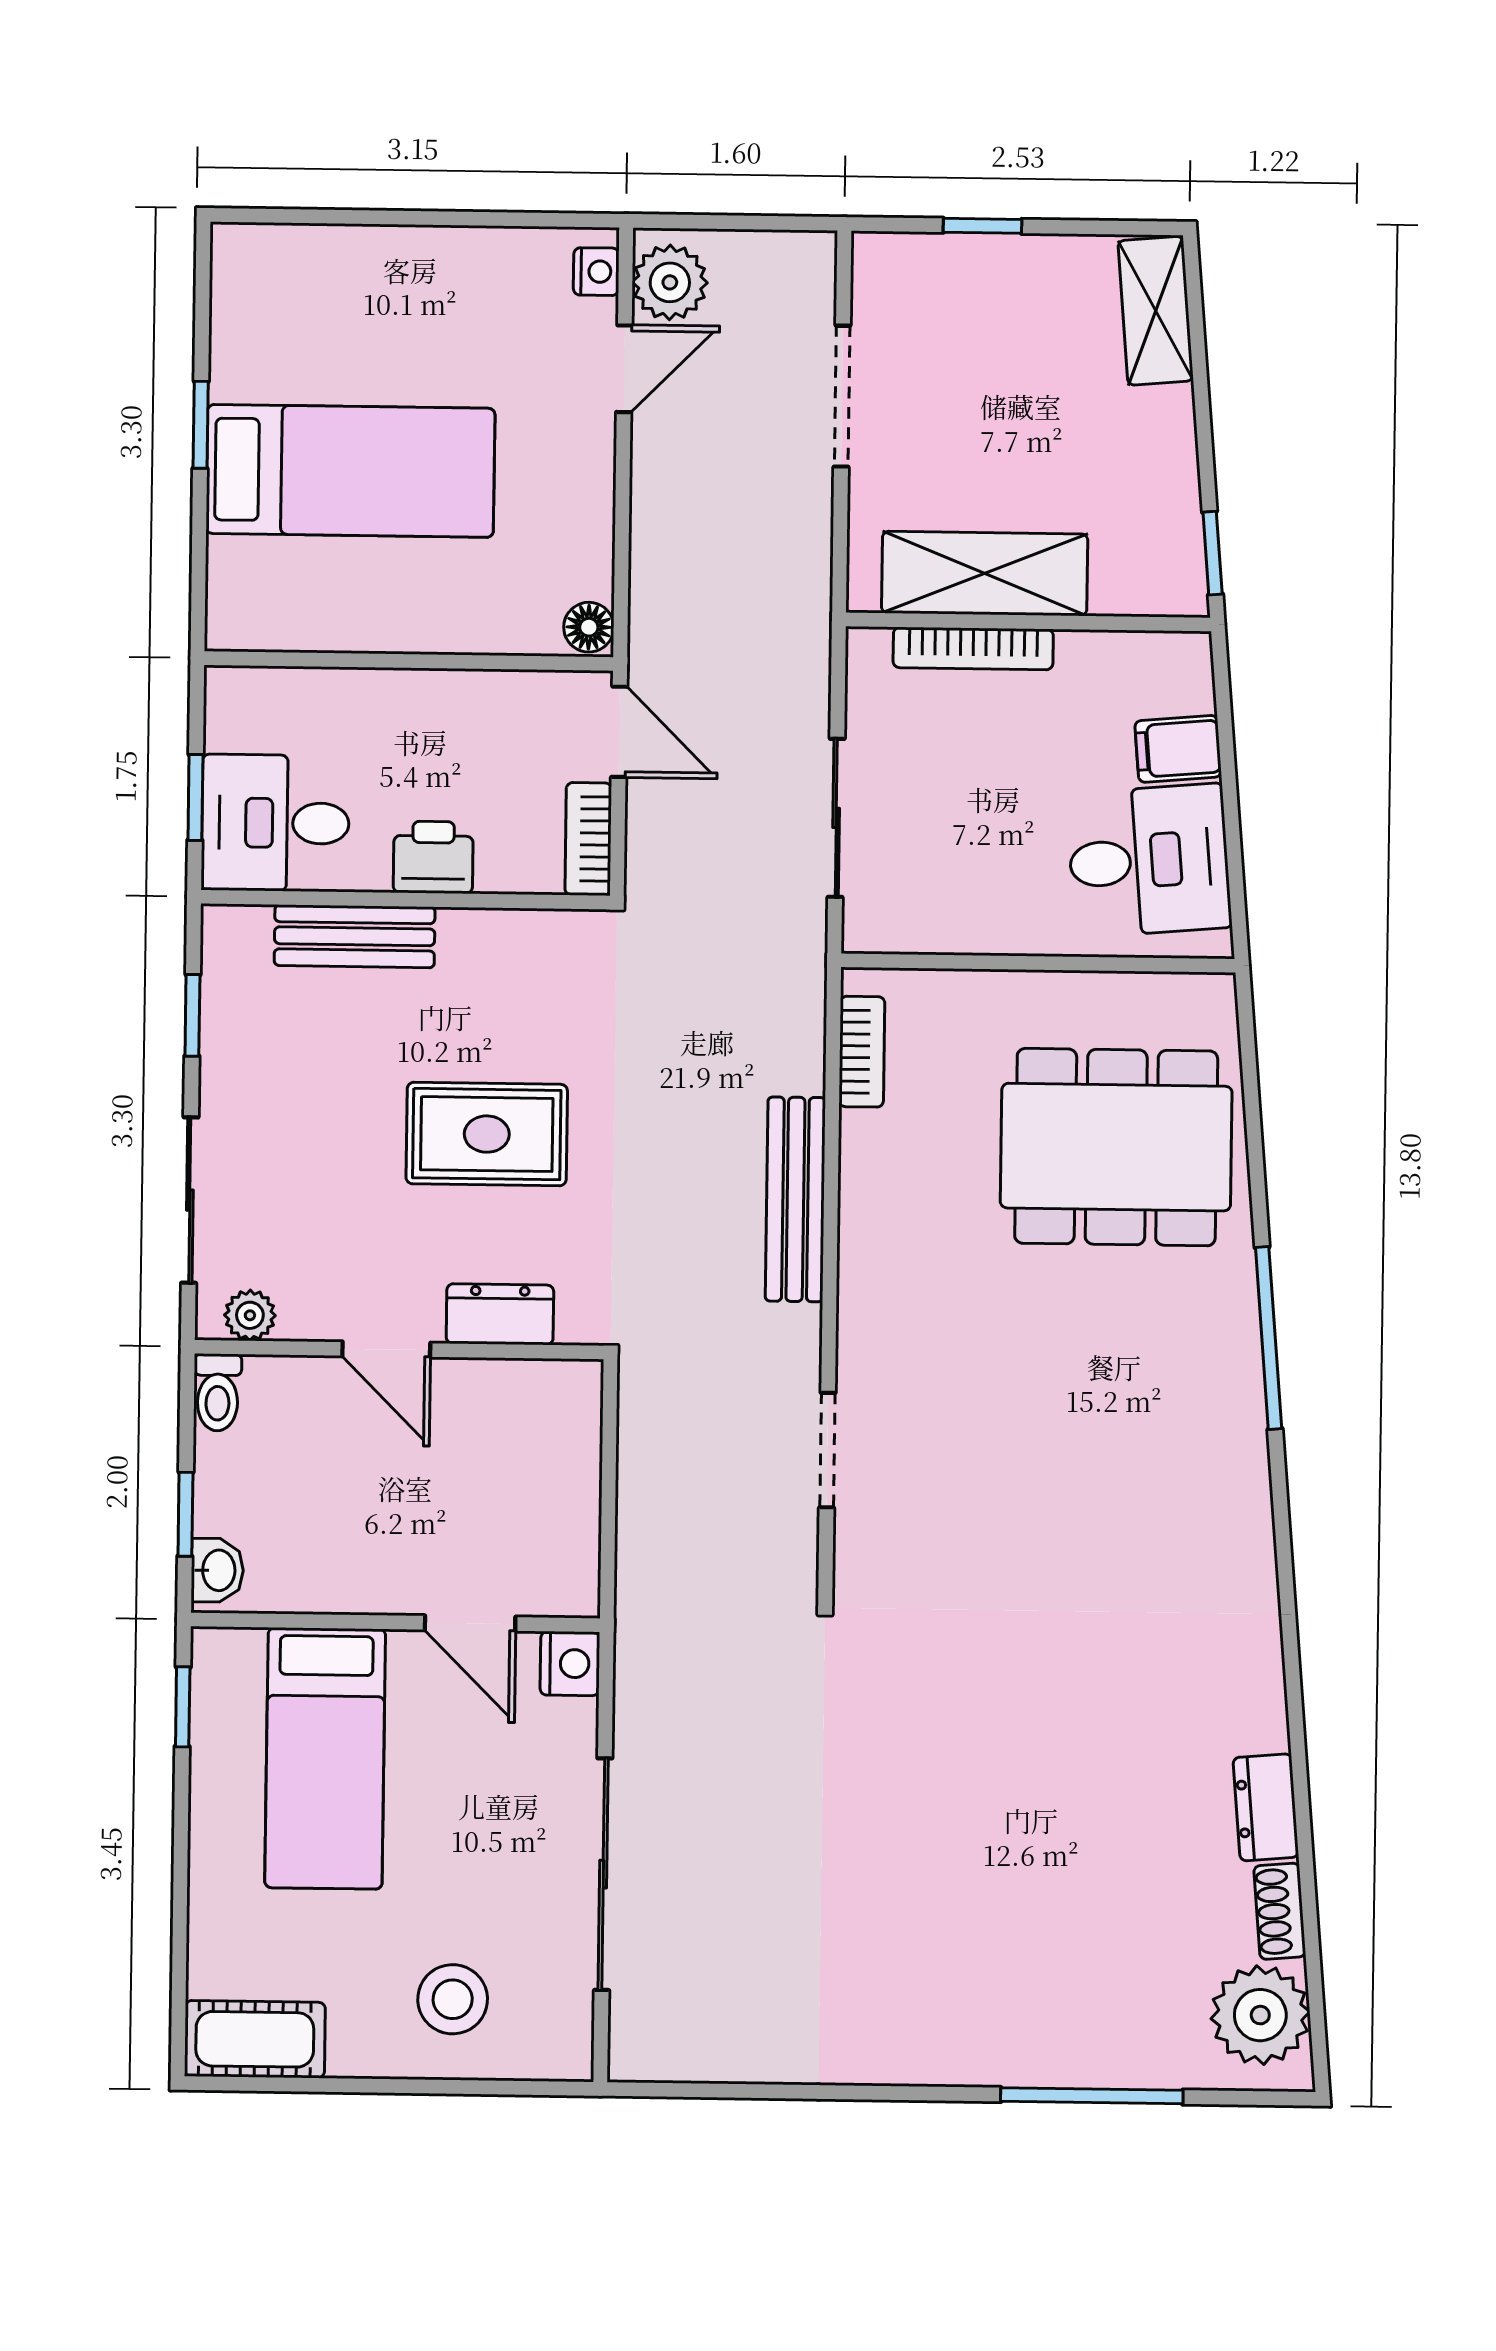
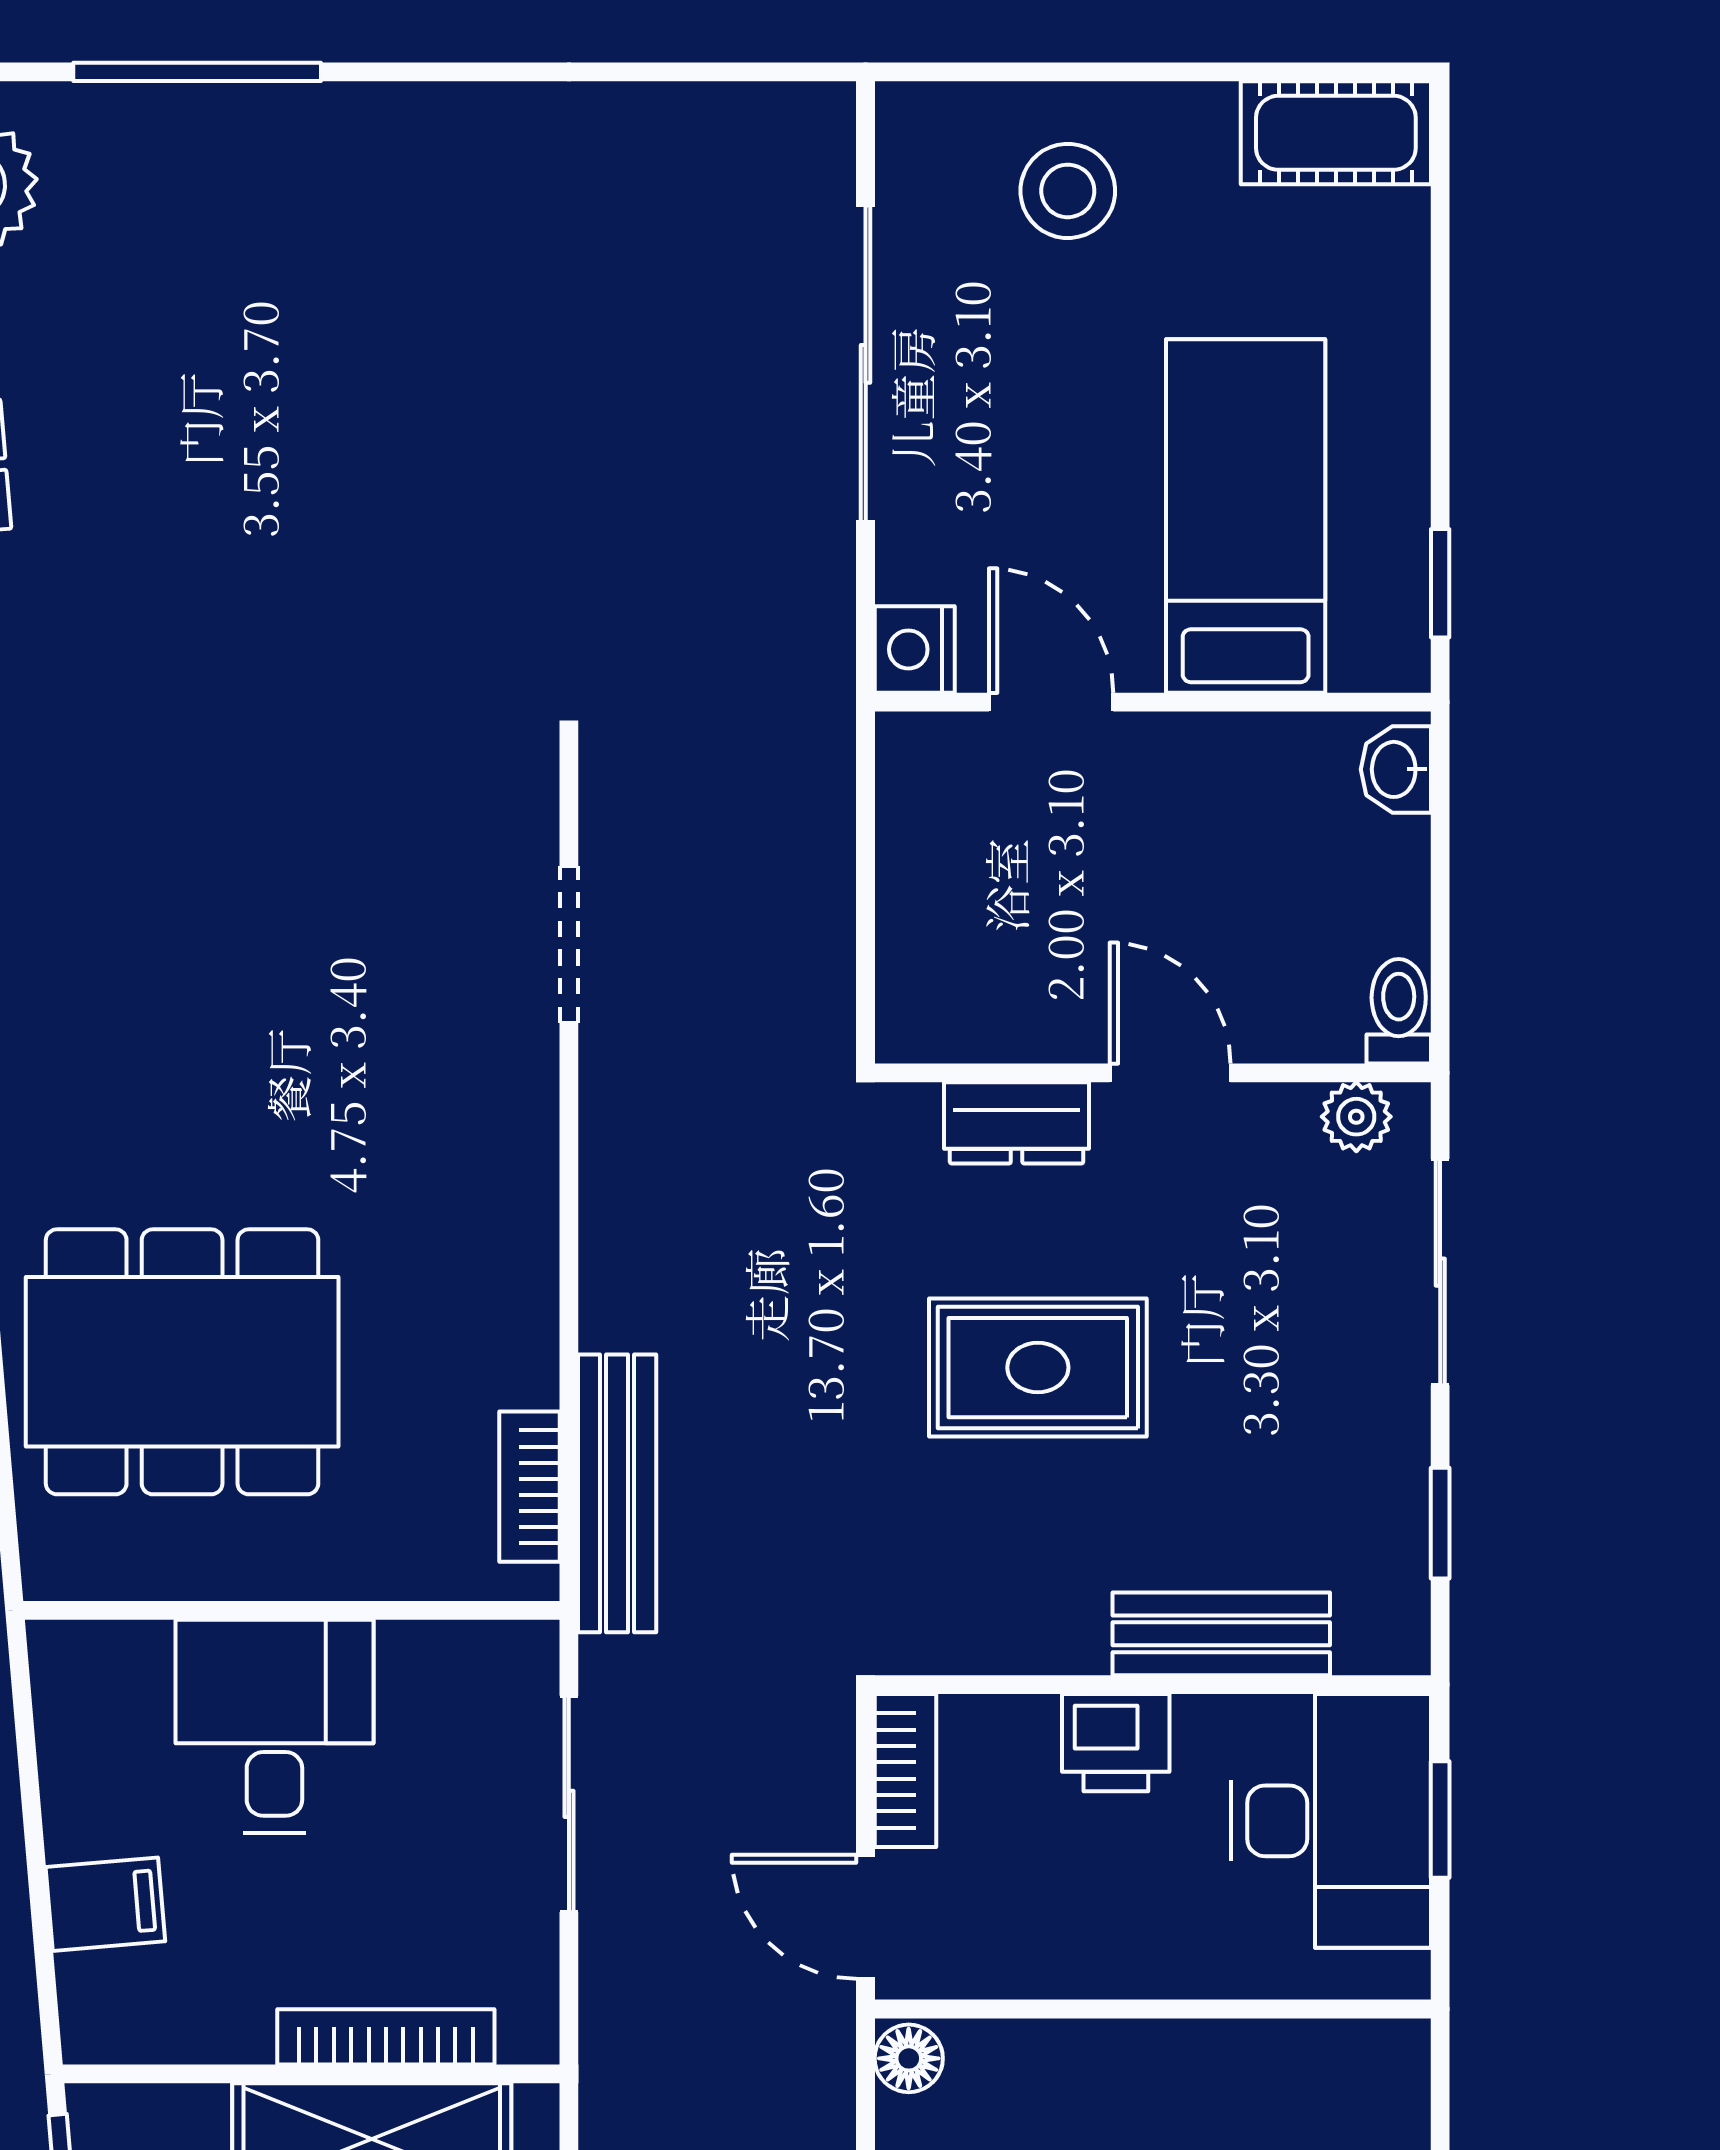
desk: (275, 823) -> (1331, 1821), width x1.37
desk: (1149, 861) -> (274, 1726), moved, turned 95
bench: (795, 1199) -> (617, 1493), moved
window: (185, 1514) -> (1440, 845), removed

